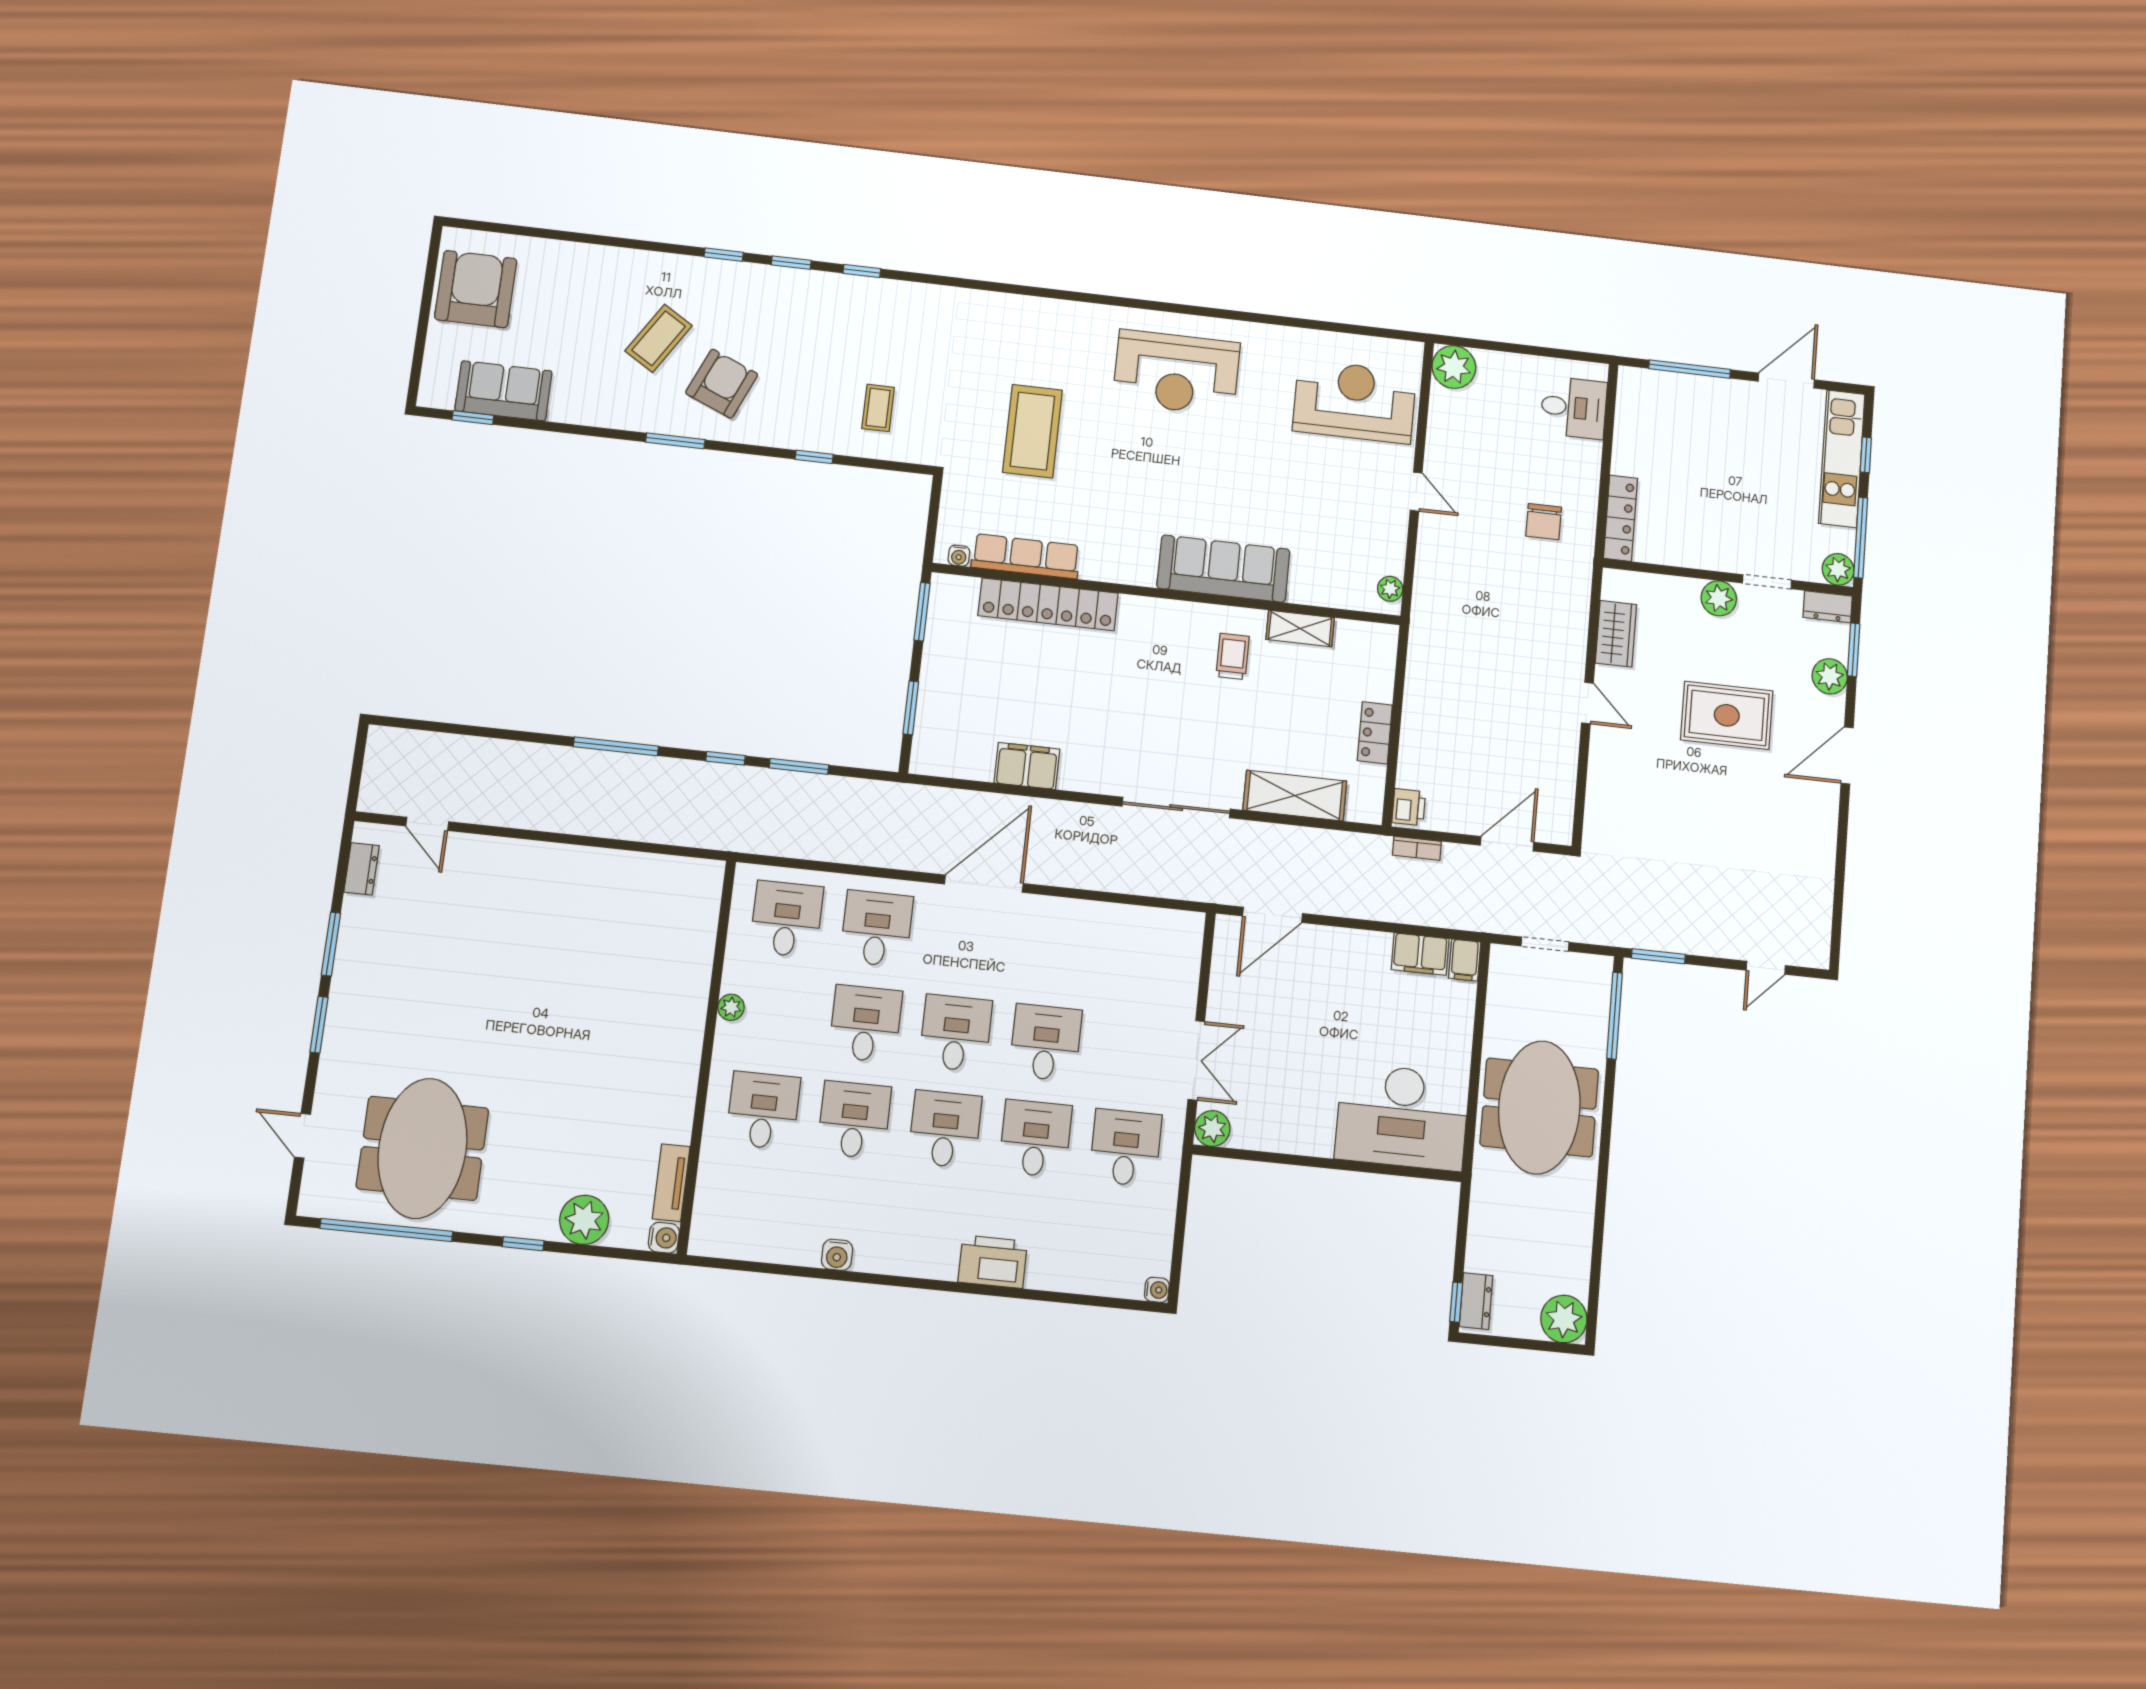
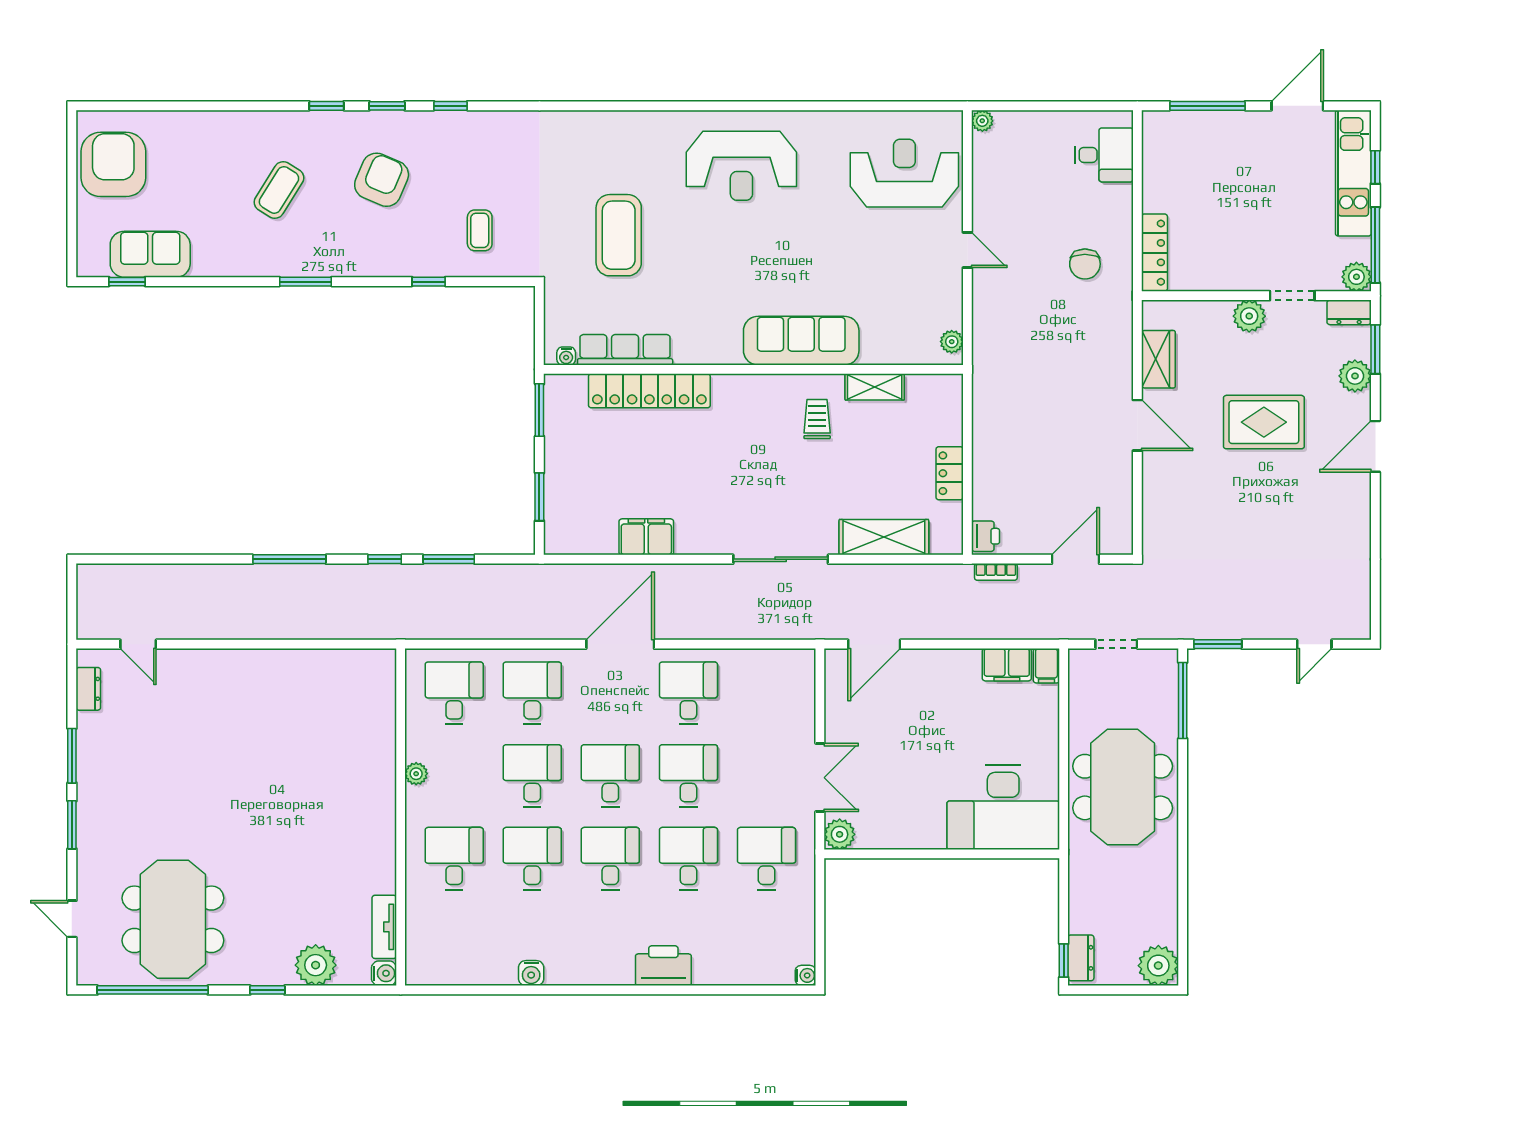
plant: (1454, 367) -> (982, 121), width x0.53, depth x0.53
armchair: (722, 384) -> (382, 180), moved
door: (1587, 703) -> (1137, 425), width x1.38
desk: (1056, 948) -> (688, 693), added

